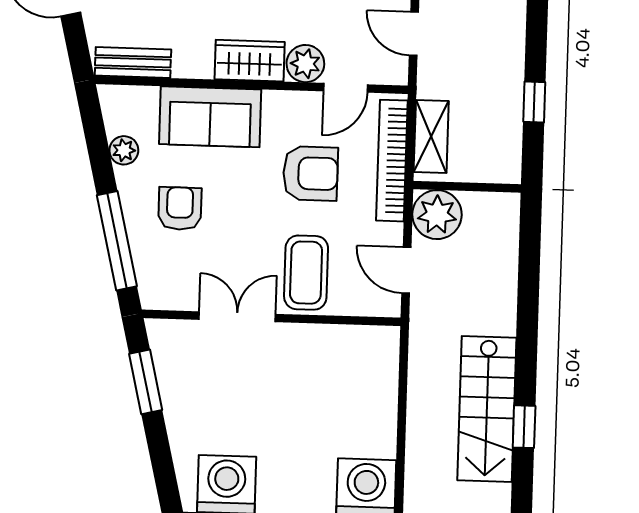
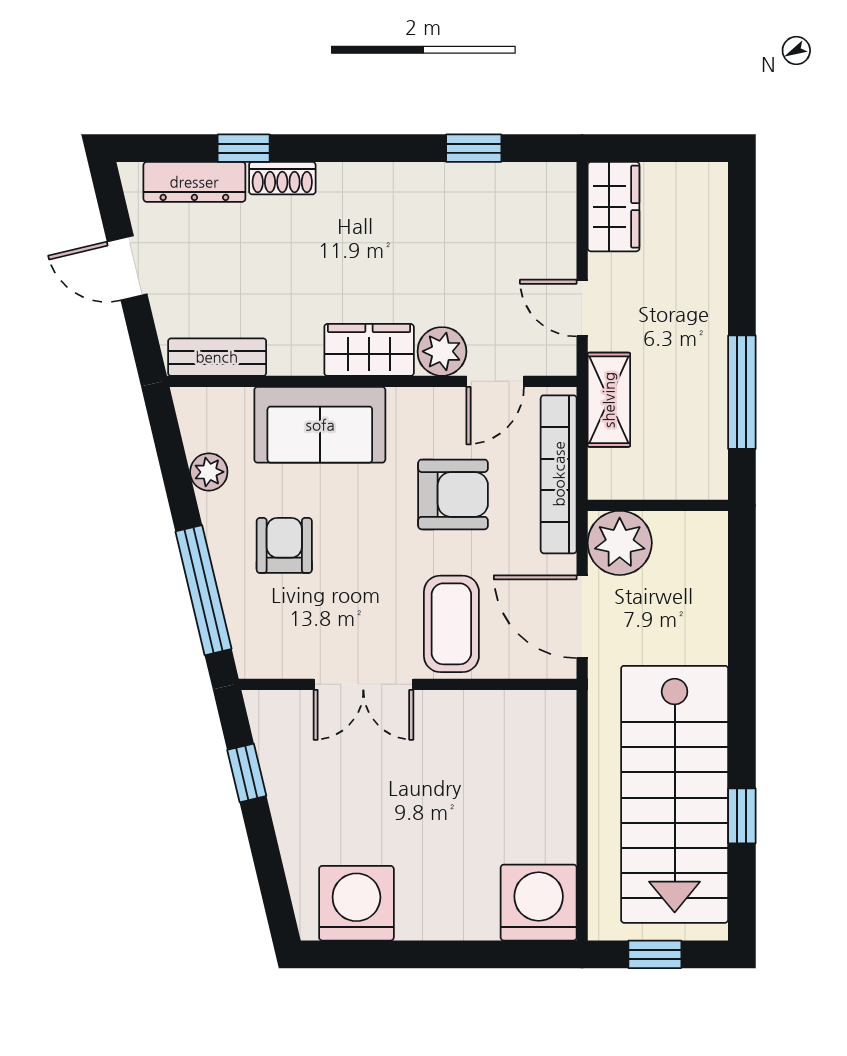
window: (534, 102) -> (742, 392), width x2.17
shelving: (431, 136) -> (609, 400), moved
door: (406, 270) -> (582, 617), width x1.38
double door: (237, 317) -> (363, 684), swing flipped
window: (146, 382) -> (247, 773), width x0.67
stairs: (487, 409) -> (675, 794), width x1.36, depth x1.51

